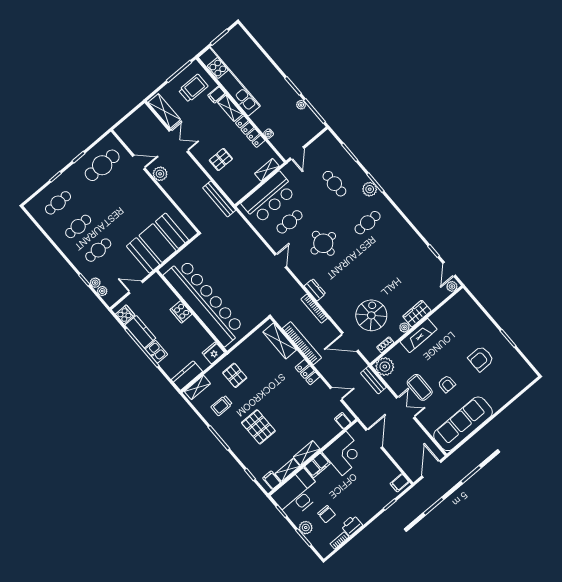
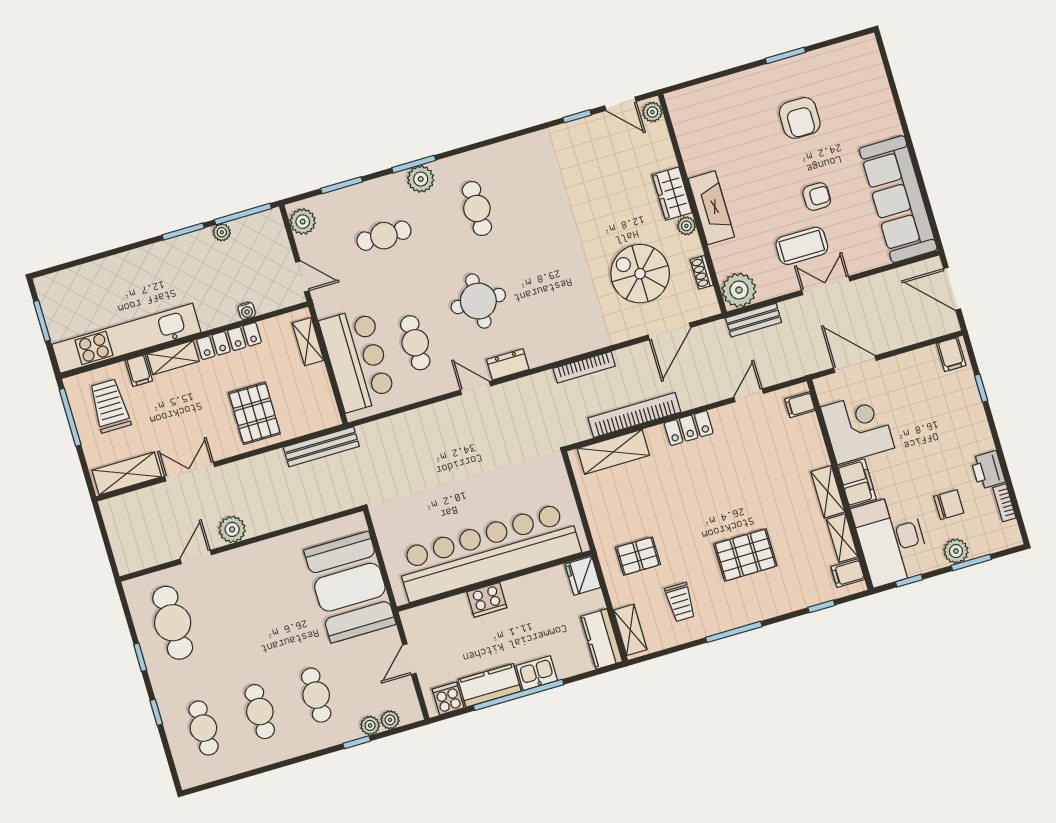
plant: (324, 141) -> (303, 222), added
pallet: (221, 160) -> (254, 413), width x1.50, depth x1.42
dresser: (315, 290) -> (508, 364), moved

